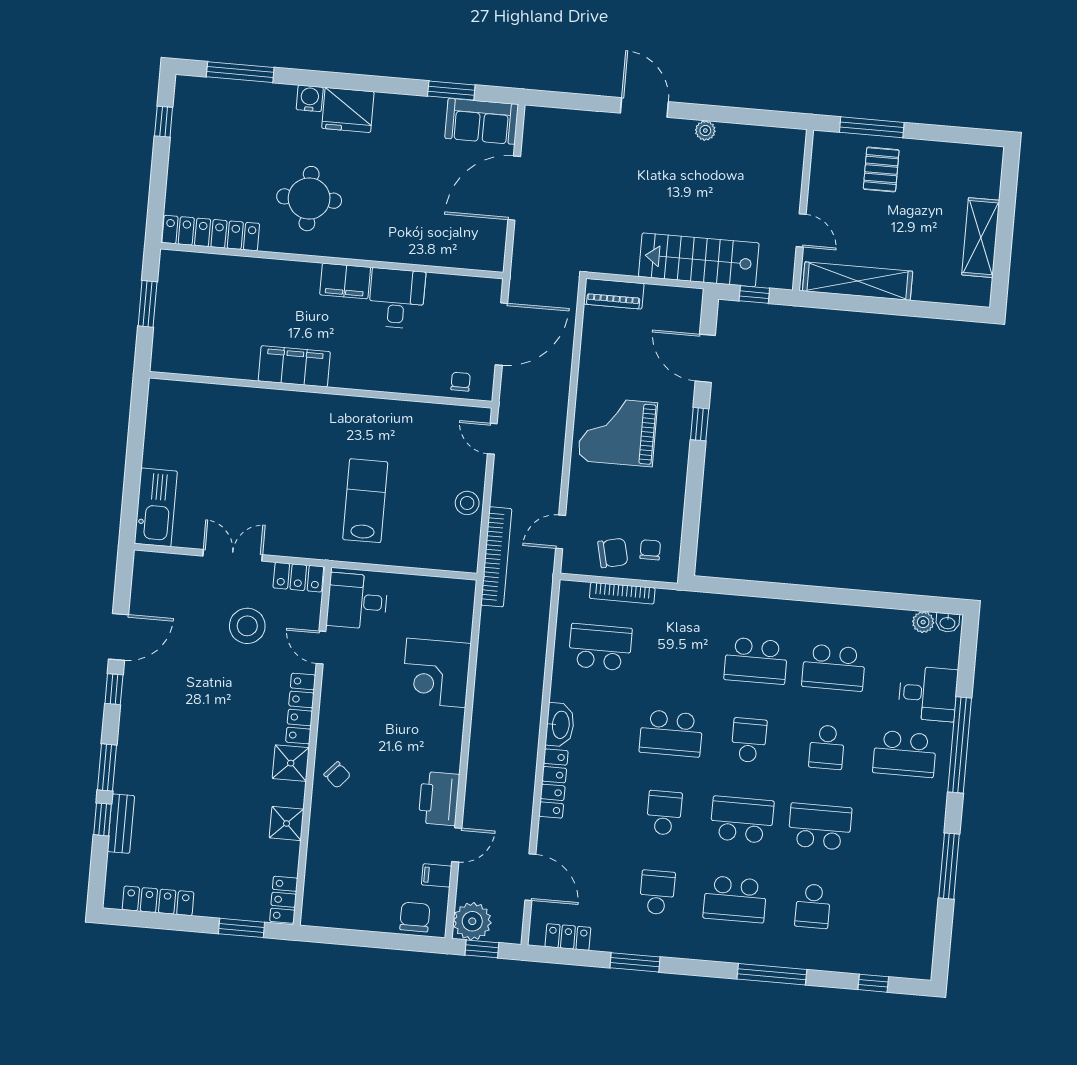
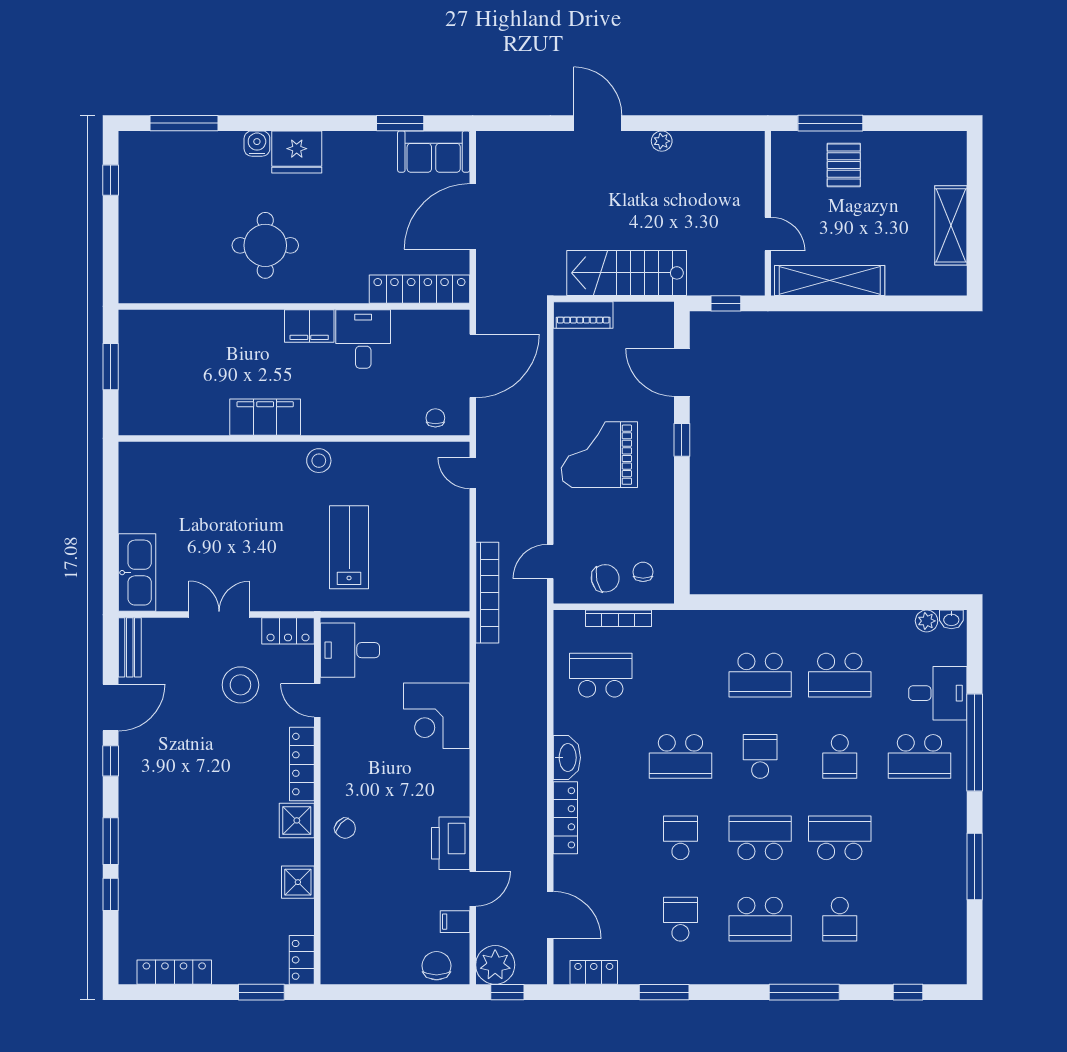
locker: (211, 233) -> (419, 289), moved
stairs: (699, 260) -> (627, 273), moved
stool: (467, 503) -> (319, 461), moved
bench: (121, 824) -> (130, 647), moved

